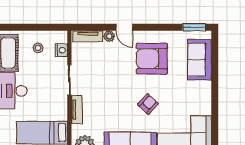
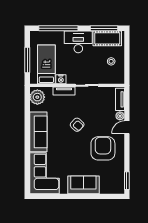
nightstand: (61, 50) -> (61, 79), moved
sofa: (199, 60) -> (83, 185), moved
armchair: (148, 104) -> (77, 125), moved

